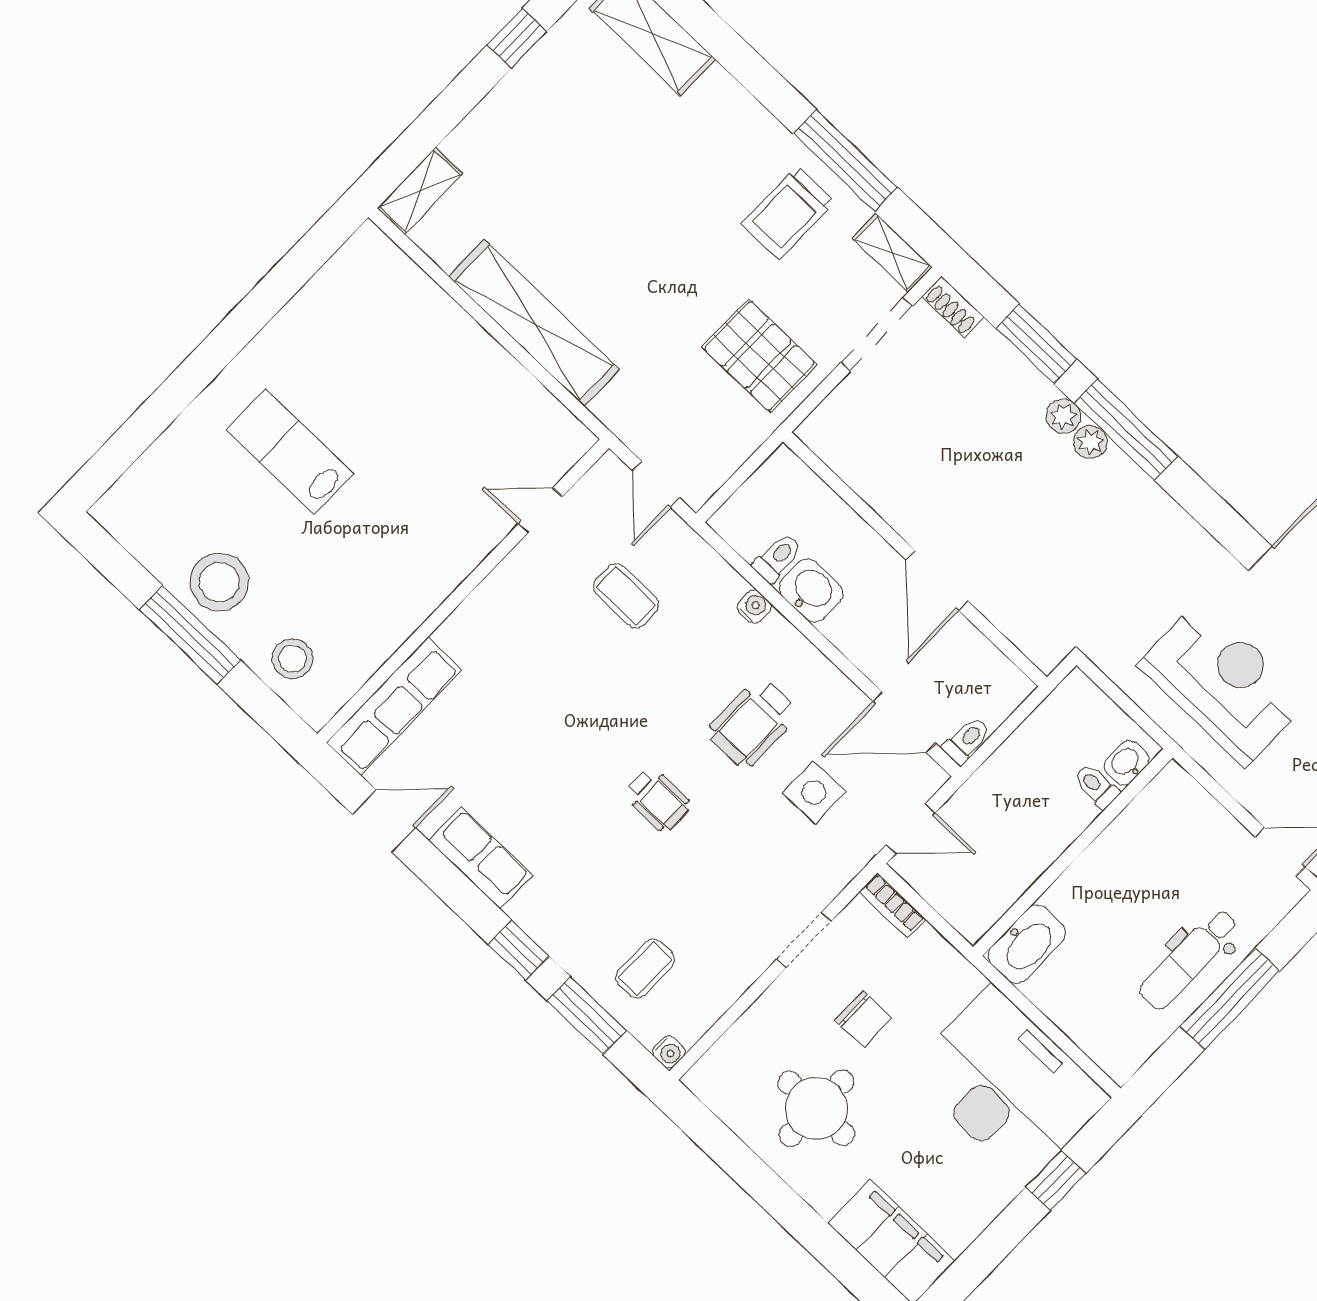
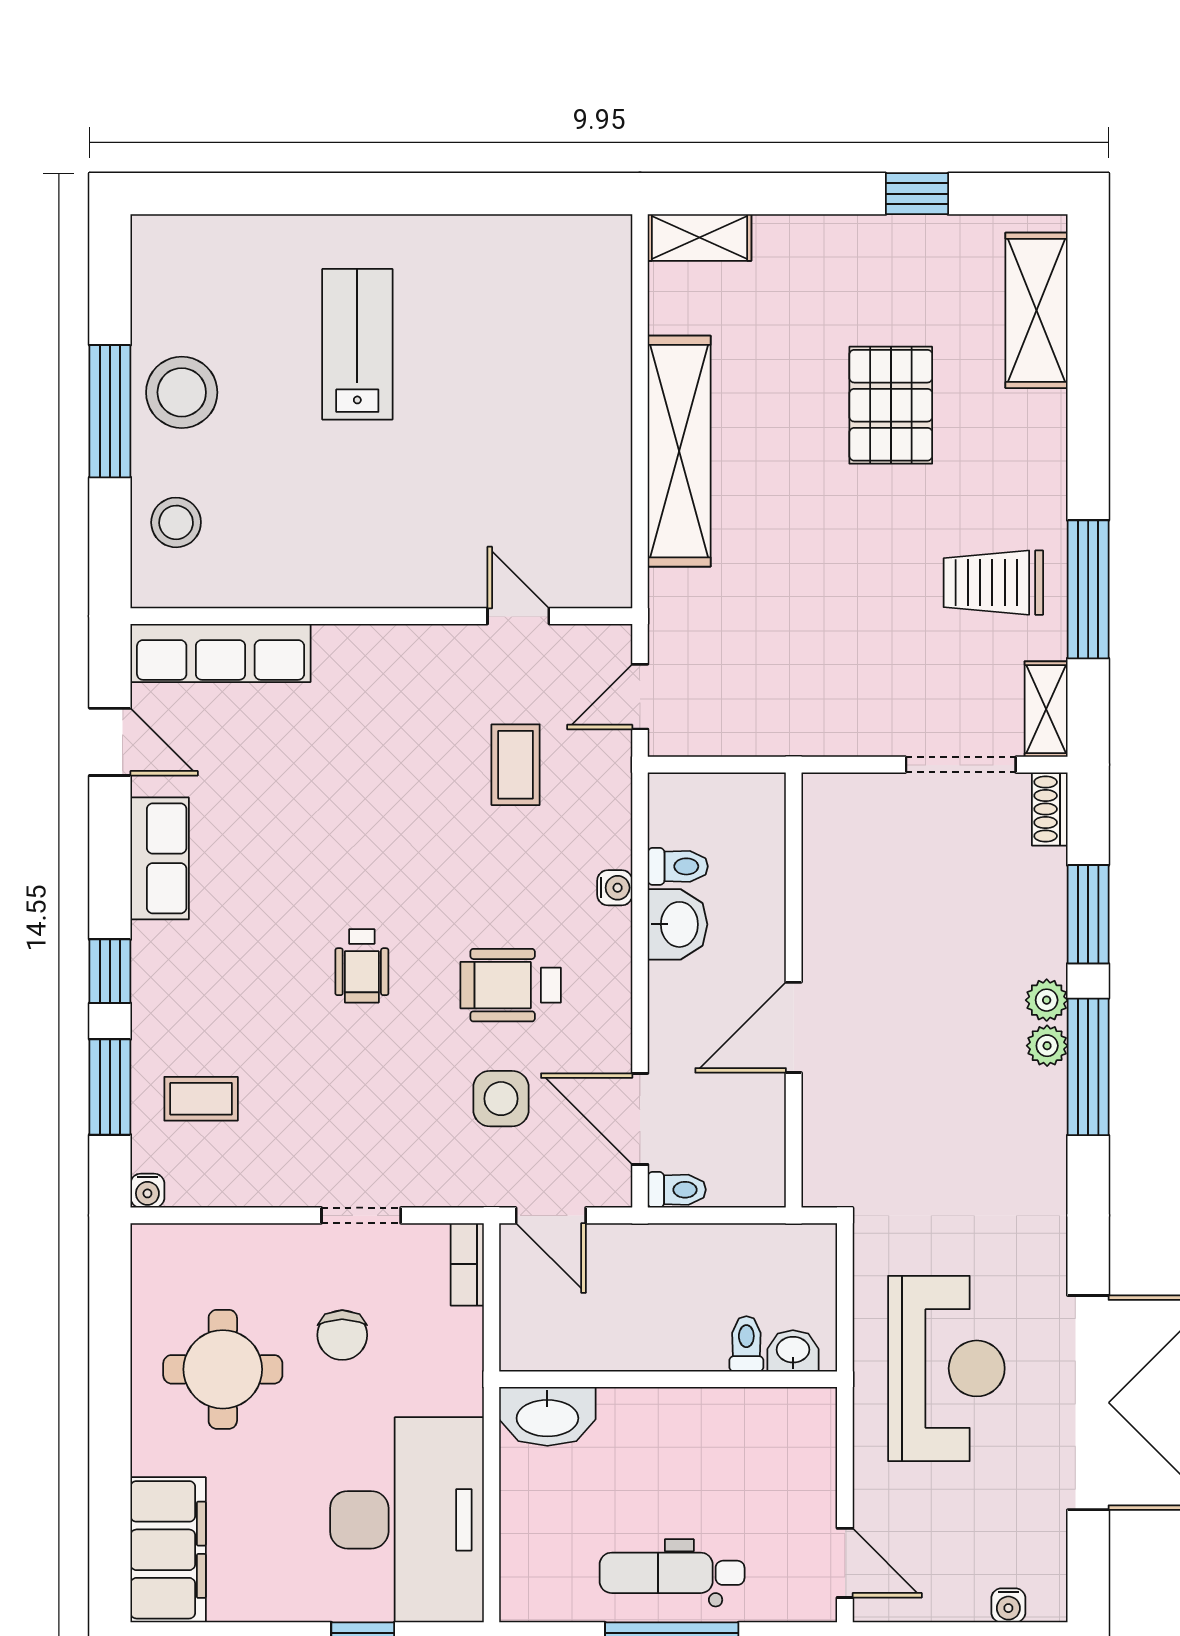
pallet: (759, 356) -> (891, 405), moved

